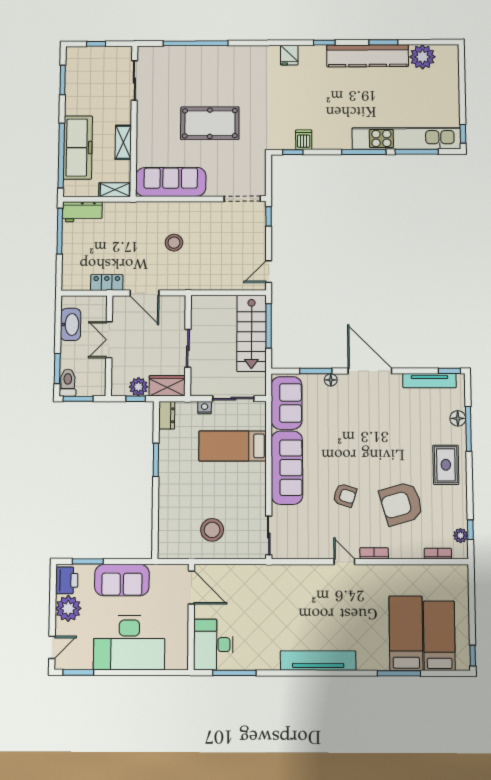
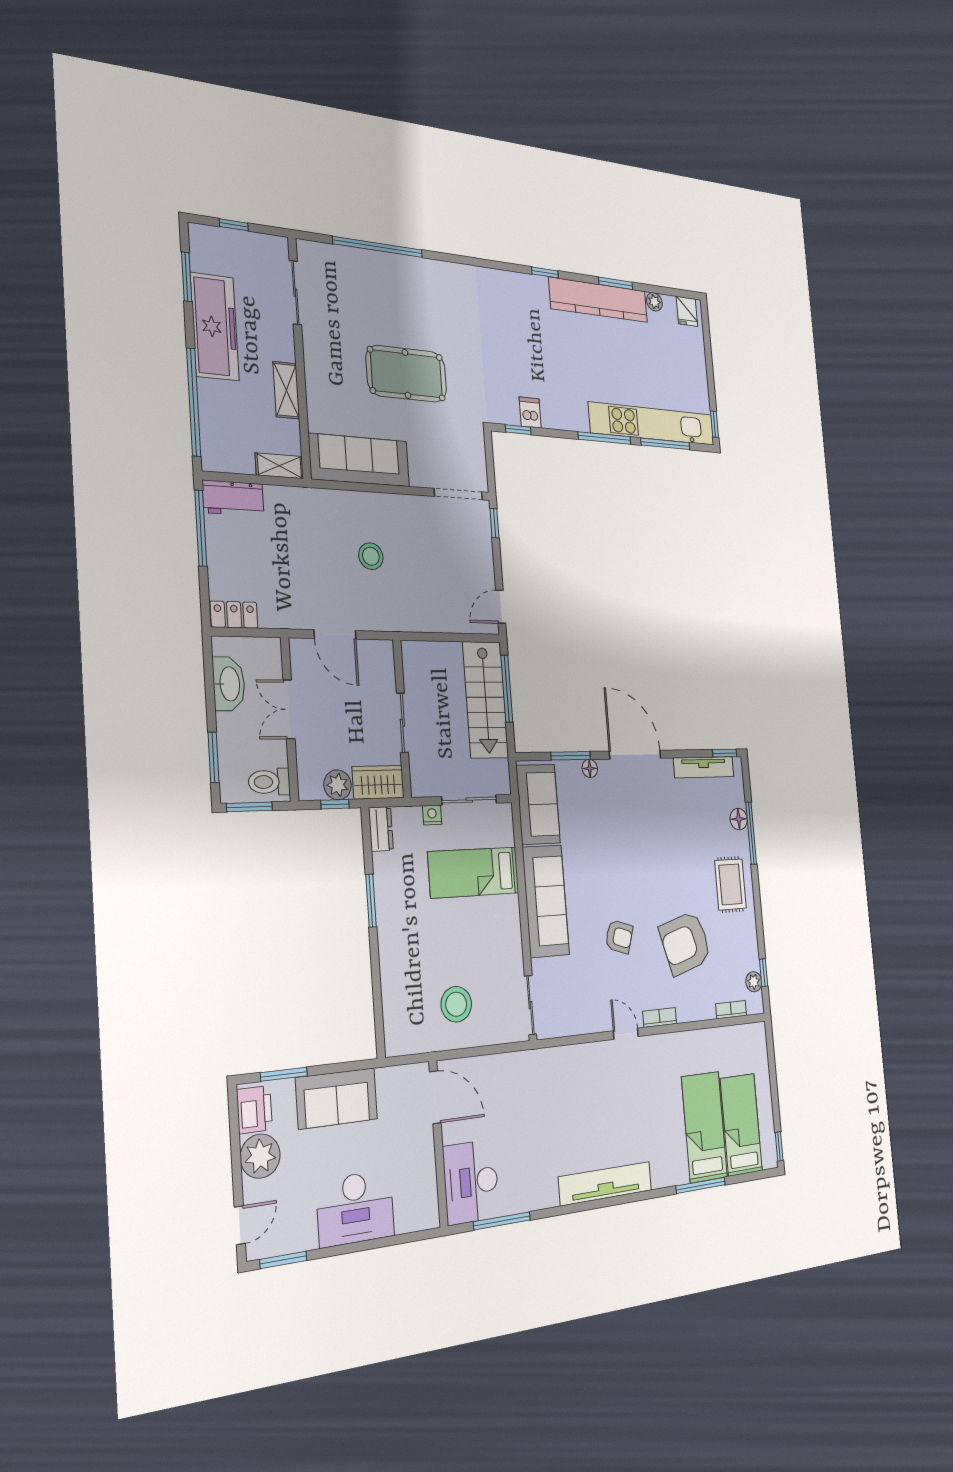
fridge: (289, 55) -> (687, 311), moved
plant: (422, 57) -> (654, 302), width x0.53, depth x0.53
freezer: (78, 148) -> (215, 327), moved
locker: (107, 283) -> (234, 615), moved
toilet: (68, 383) -> (269, 782), moved, turned -90
desk: (129, 643) -> (355, 1208), width x0.73, depth x0.77

